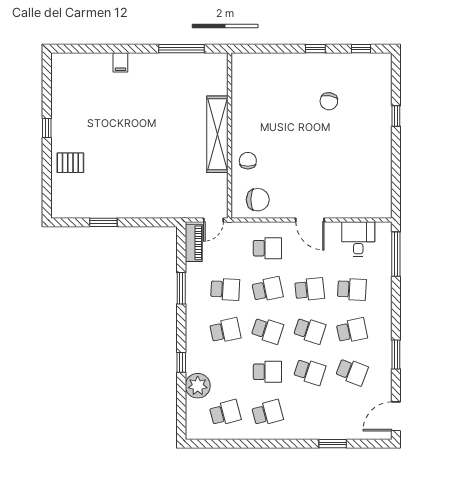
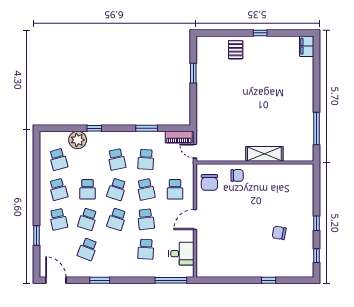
filing cabinet: (120, 62) -> (307, 46), moved, width x2.00
shelving: (217, 134) -> (264, 154), width x0.68
school desk: (352, 331) -> (58, 219), moved

